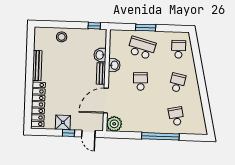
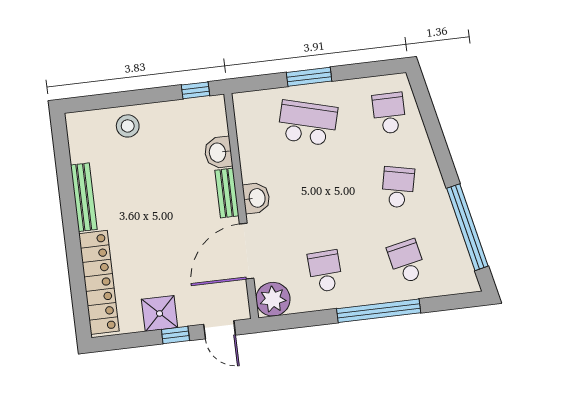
washbasin: (114, 65) -> (256, 198), moved
school desk: (140, 81) -> (325, 271), moved
window: (206, 105) -> (467, 227), added

